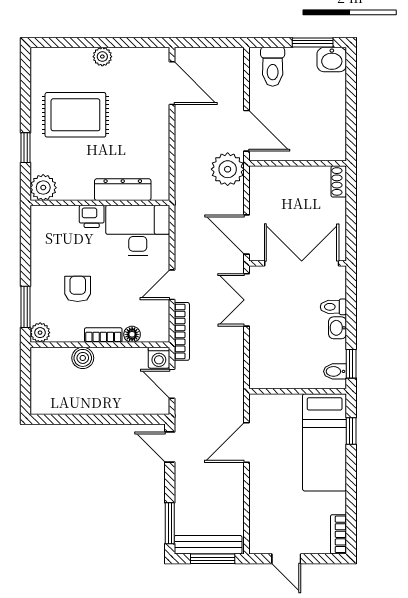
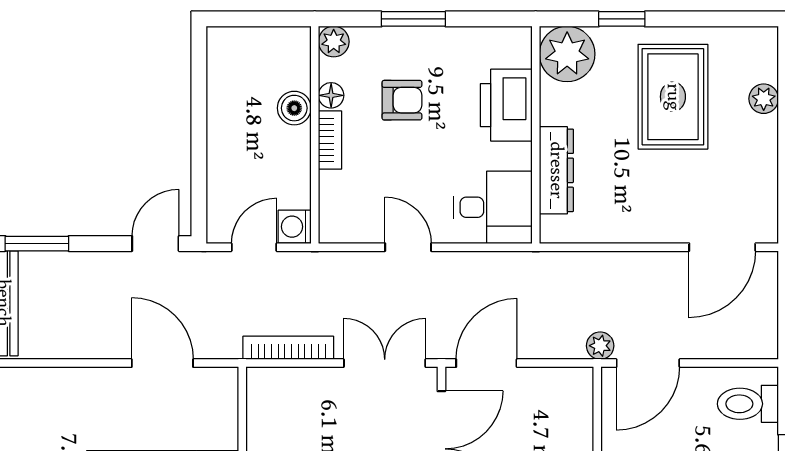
plant: (102, 57) -> (764, 99), moved
plant: (228, 169) -> (600, 346), width x0.53, depth x0.53
plant: (43, 188) -> (567, 54), width x1.36, depth x1.36
printer: (92, 216) -> (506, 105), width x1.87, depth x1.48
desk: (138, 230) -> (493, 207), width x0.73
window: (26, 307) -> (413, 19), moved
bookcase: (182, 331) -> (288, 348), moved, turned 180
floor lamp: (132, 334) -> (331, 95), moved

